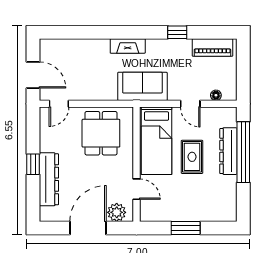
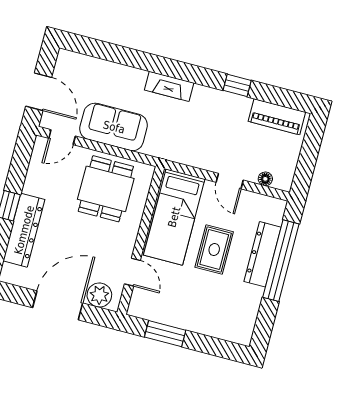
sofa: (142, 86) -> (114, 127), moved
window: (186, 228) -> (165, 334), moved

